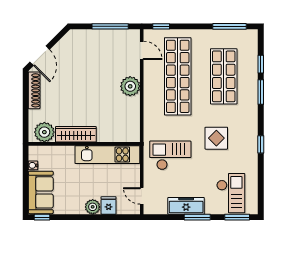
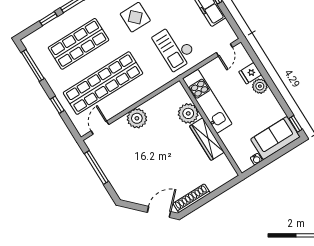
window: (161, 26) -> (57, 105), moved
plant: (44, 132) -> (188, 113), moved

